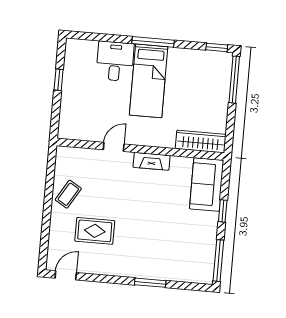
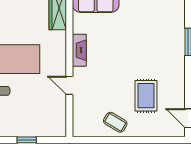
window: (59, 80) -> (27, 140), moved

